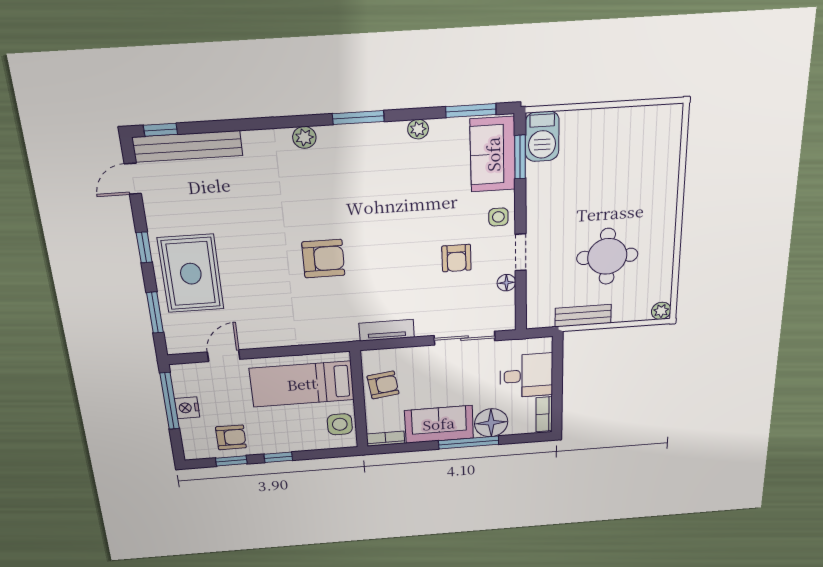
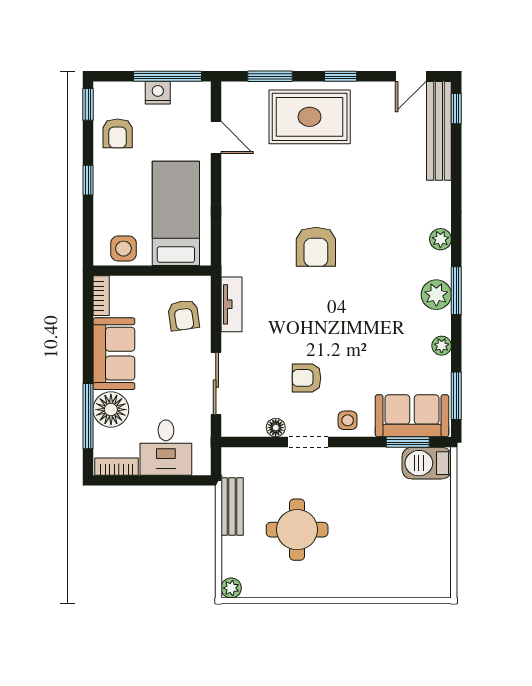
plant: (364, 138) -> (436, 295), added
door: (133, 179) -> (411, 76), swing flipped
armchair: (383, 385) -> (184, 315), moved
window: (469, 442) -> (88, 416), moved
window: (231, 461) -> (88, 104), moved

